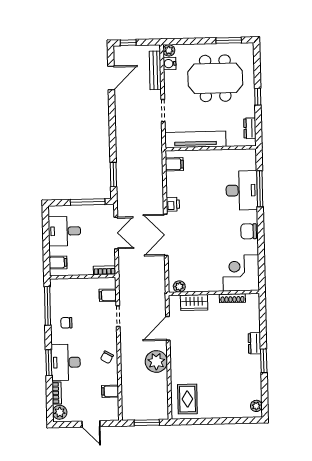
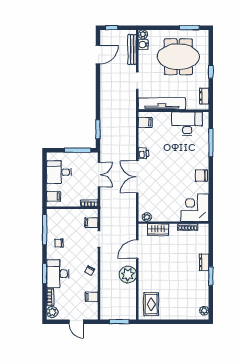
desk: (242, 190) -> (187, 124), moved, turned -90

